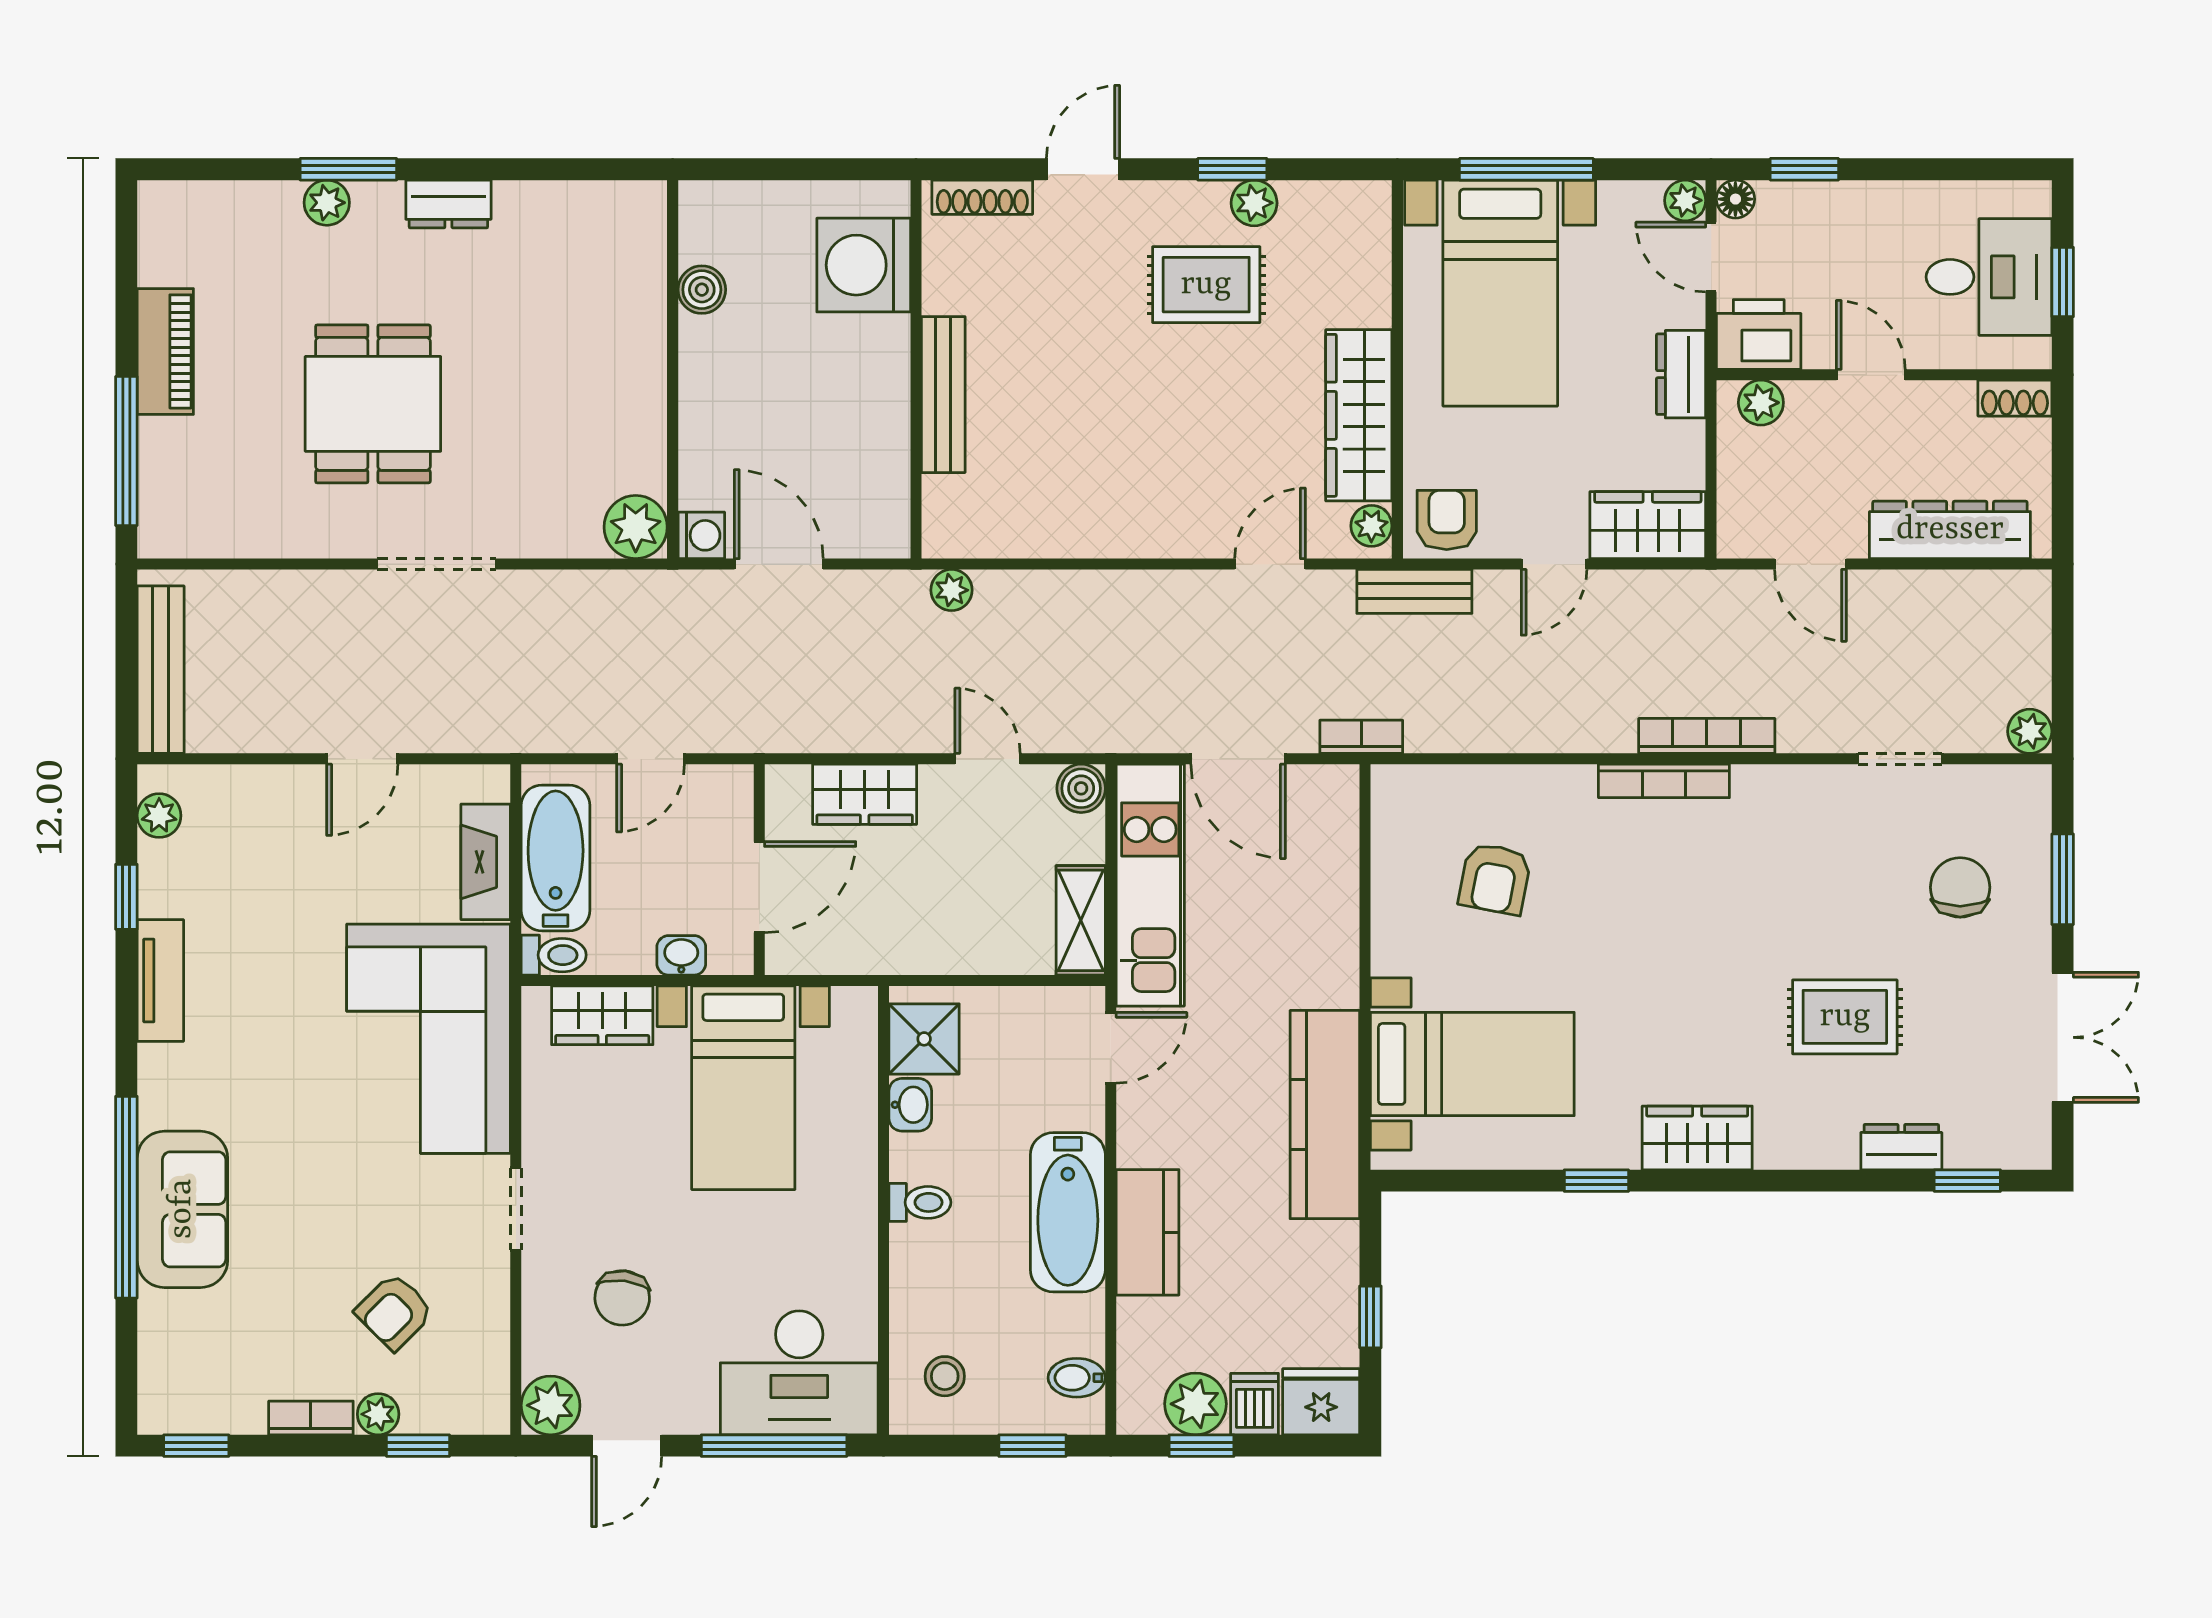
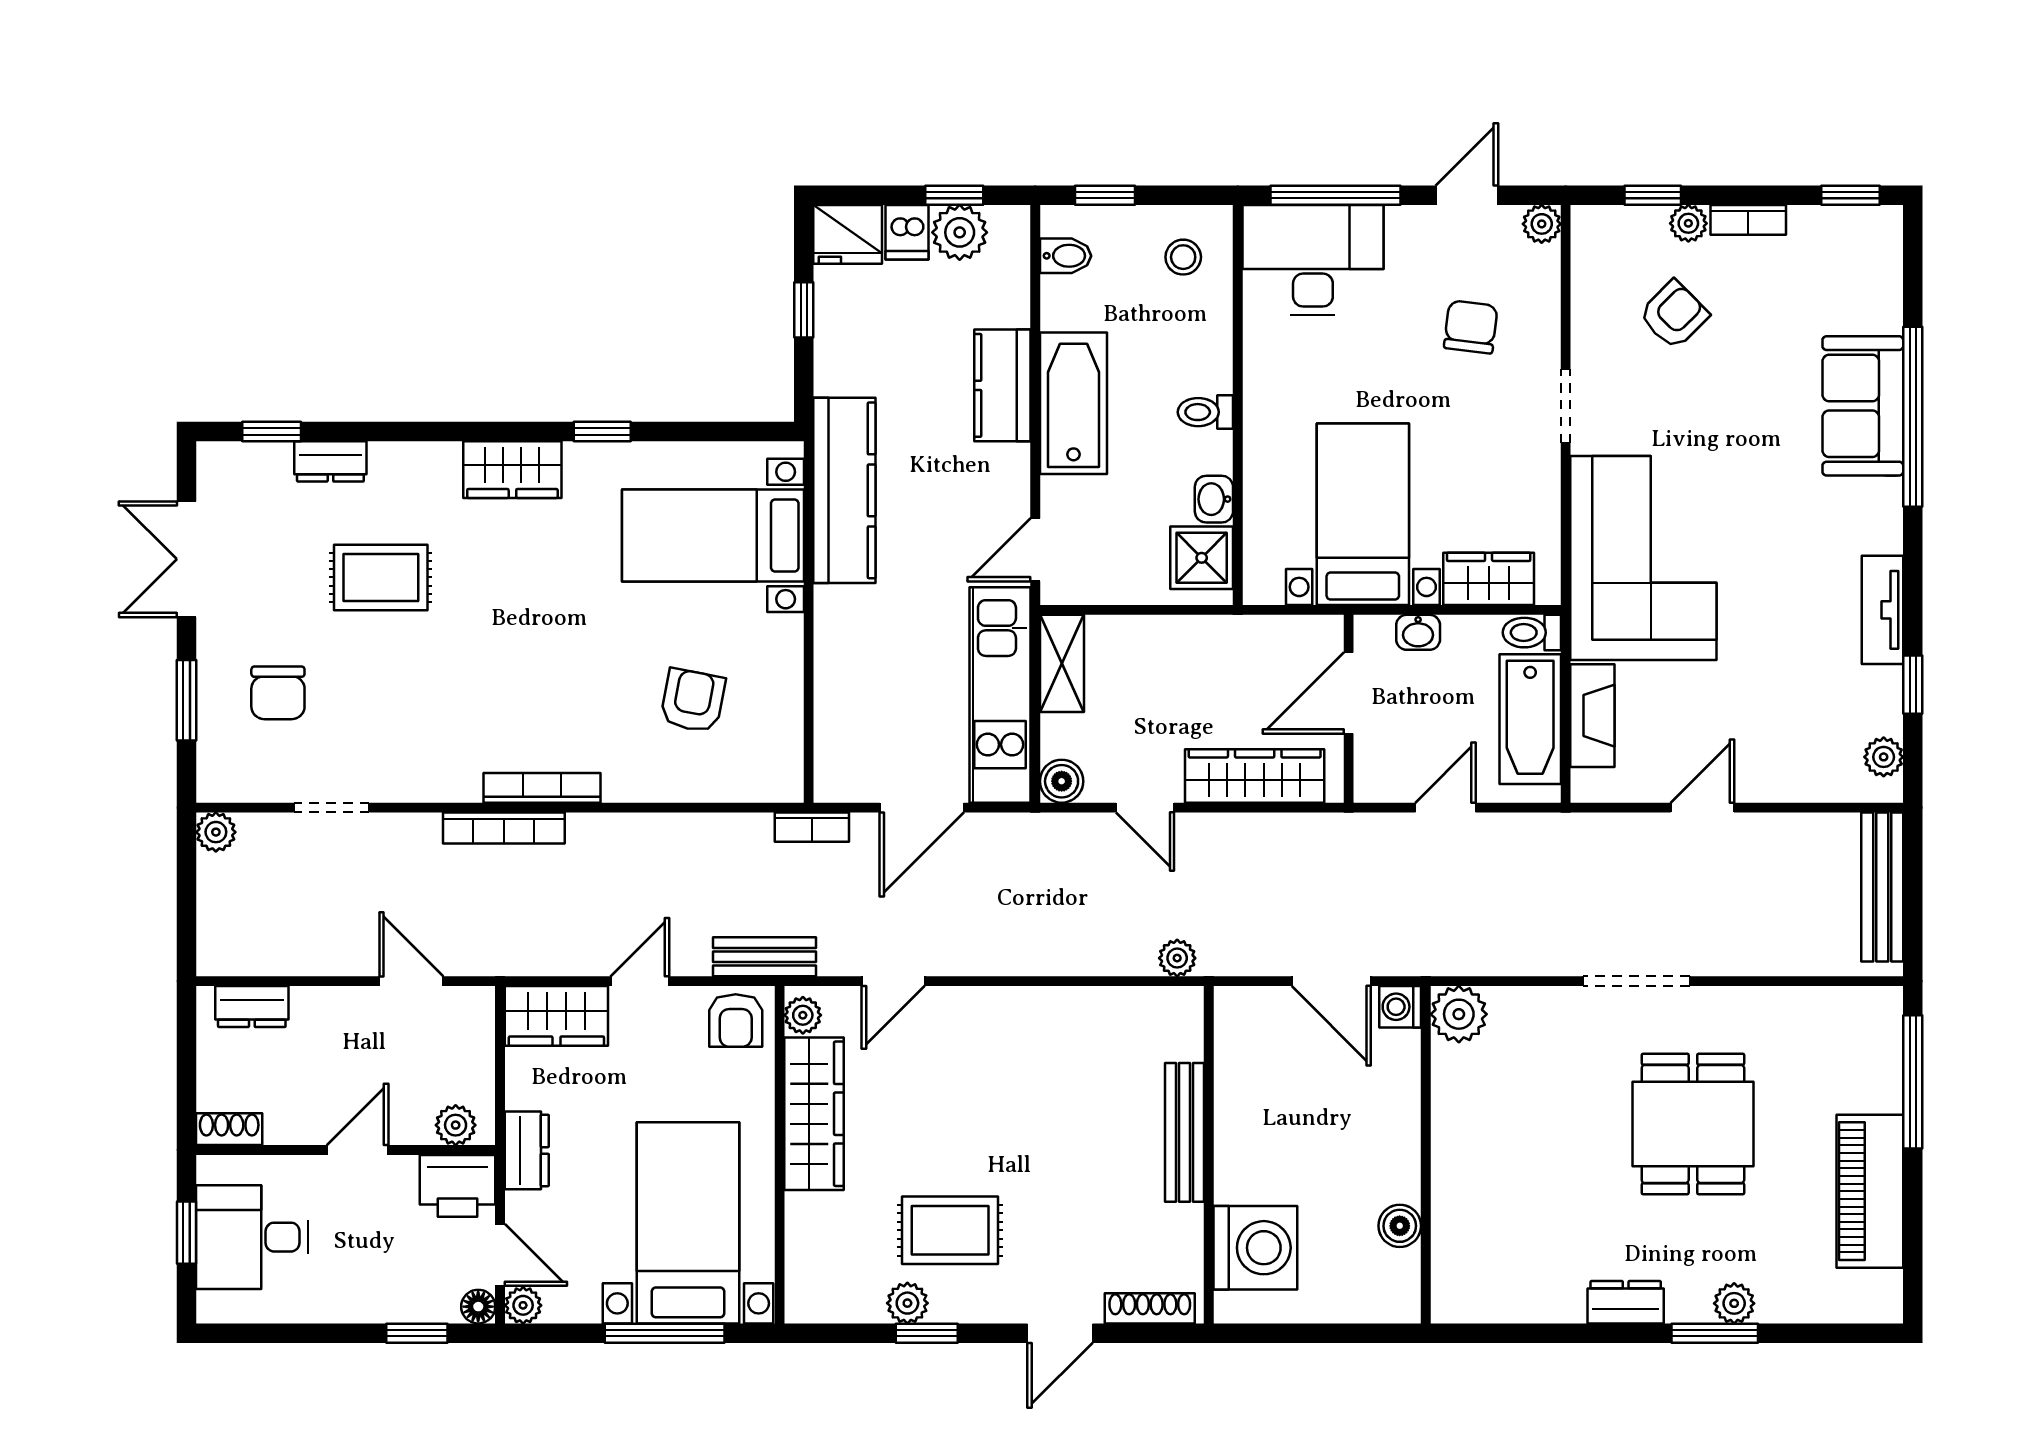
piano: (165, 351) -> (1870, 1191), width x1.37, depth x1.33
door: (1871, 375) -> (358, 1150), swing flipped
dresser: (1950, 530) -> (252, 1007), width x0.51, depth x0.80
door: (1238, 759) -> (922, 808), swing flipped
wardrobe: (865, 794) -> (1255, 776), width x1.50
plant: (551, 1405) -> (1542, 224), width x0.73, depth x0.73

